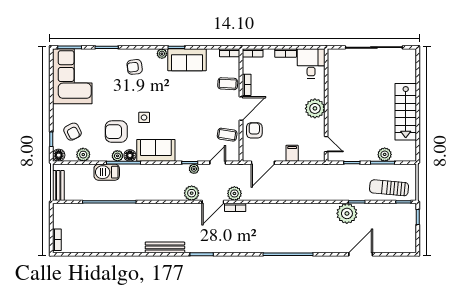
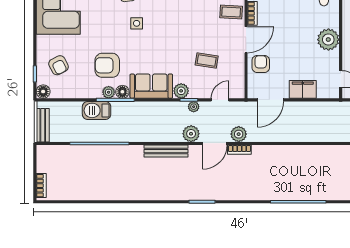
side table: (144, 117) -> (137, 23), moved
coffee table: (227, 135) -> (207, 61), moved
filing cabinet: (292, 153) -> (303, 89), width x2.00
plant: (83, 155) -> (181, 91), moved
bench: (165, 247) -> (166, 151), moved

